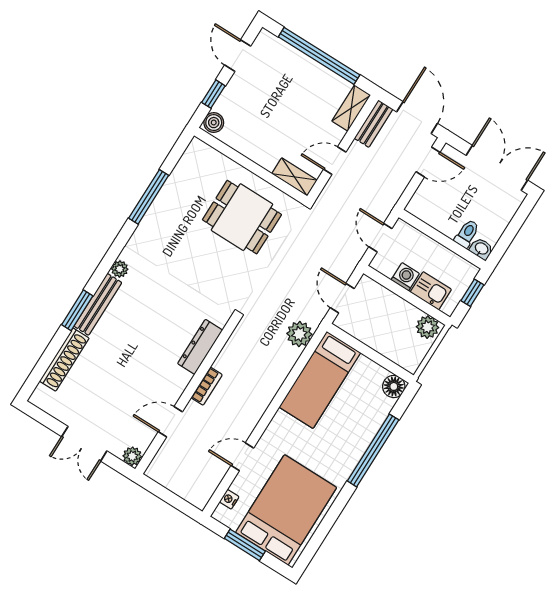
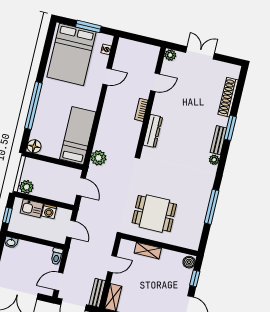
shelving: (294, 177) -> (148, 251), moved
toilet: (467, 234) -> (57, 256), moved
bench: (98, 304) -> (219, 140), width x0.73

